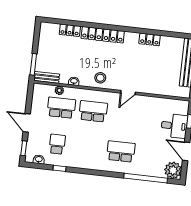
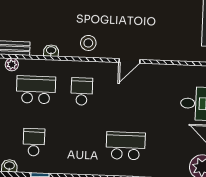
plant: (59, 90) -> (12, 64), moved
school desk: (93, 111) -> (82, 91), width x0.54

